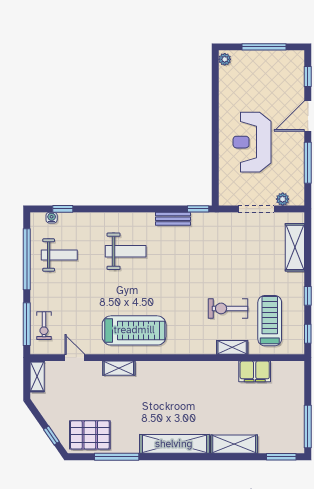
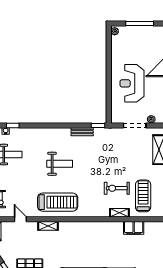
weight bench: (126, 251) -> (60, 164), moved

